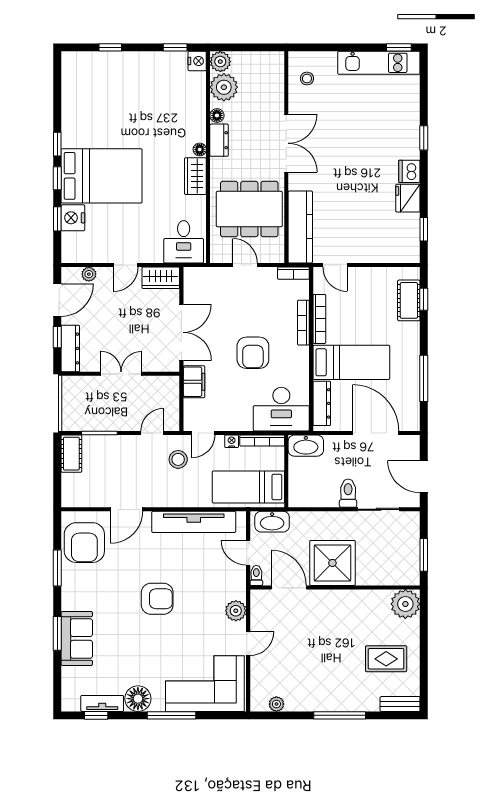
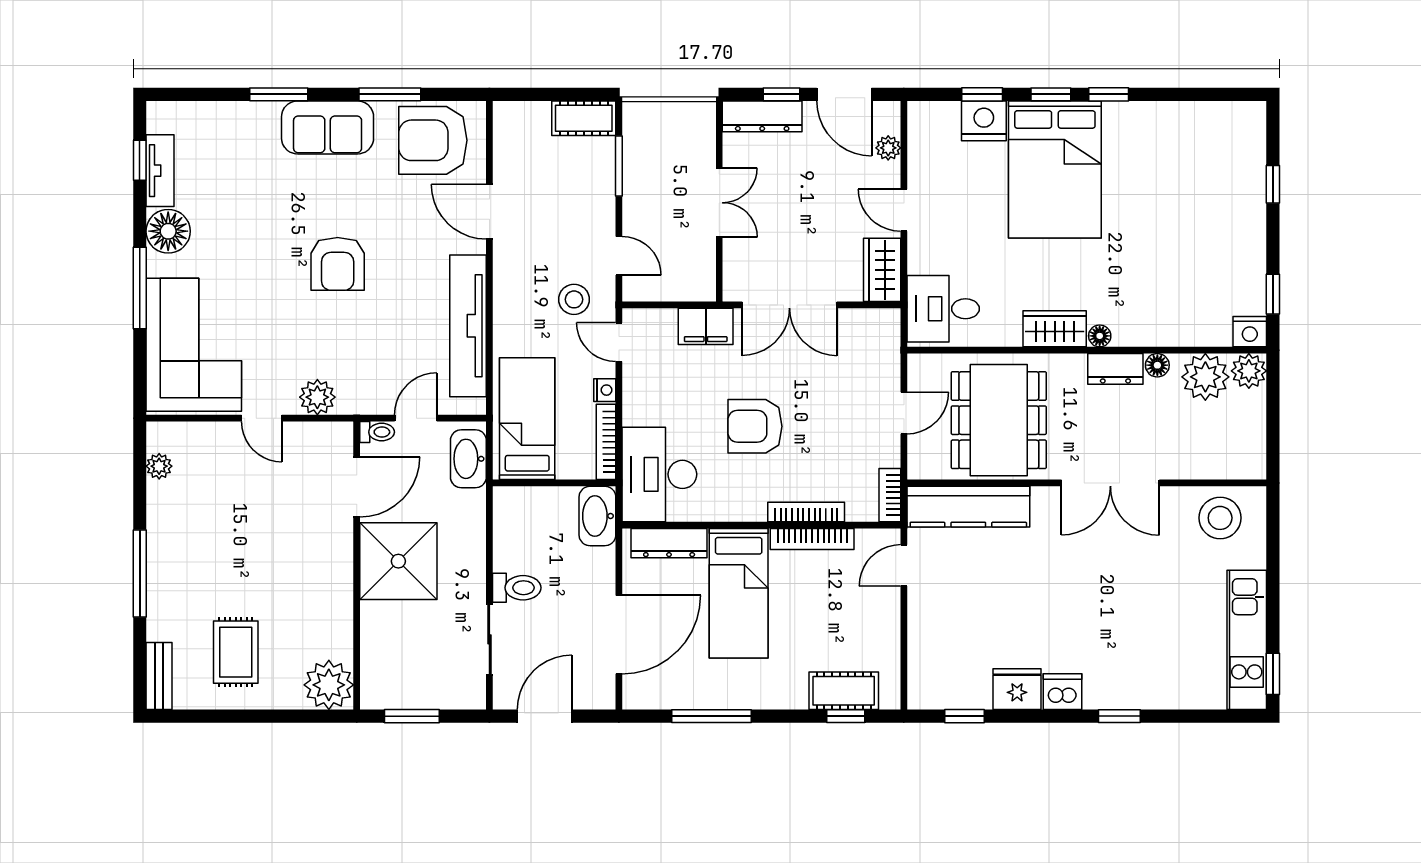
stool: (307, 79) -> (1220, 518), width x1.89, depth x1.89
sofa: (77, 638) -> (328, 127), moved

